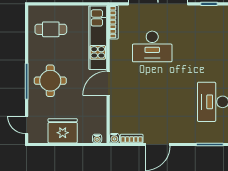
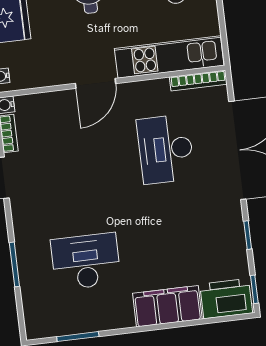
door: (108, 83) -> (95, 83), swing flipped

